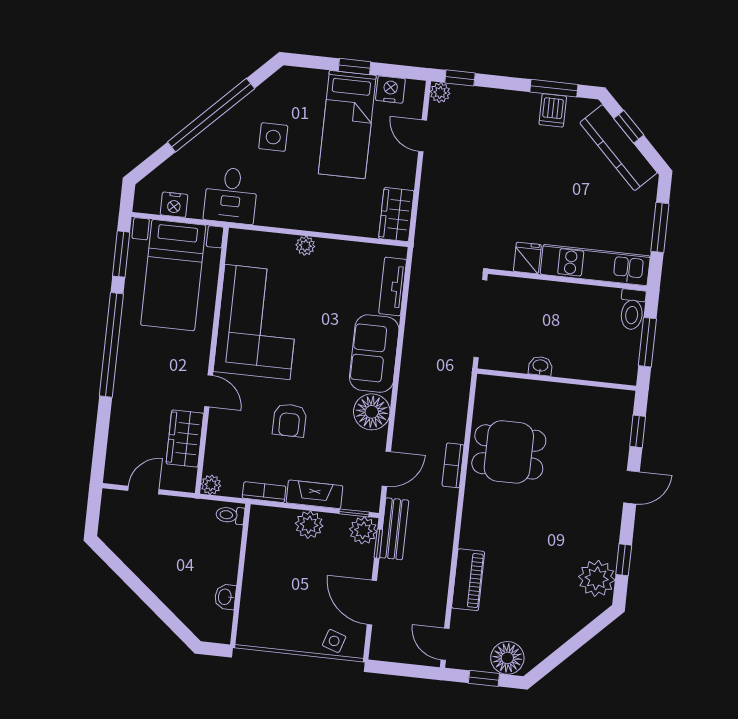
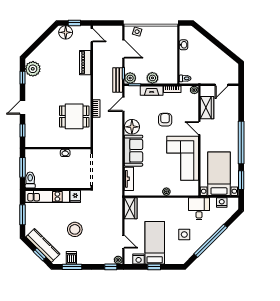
stool: (537, 178) -> (75, 229), added

